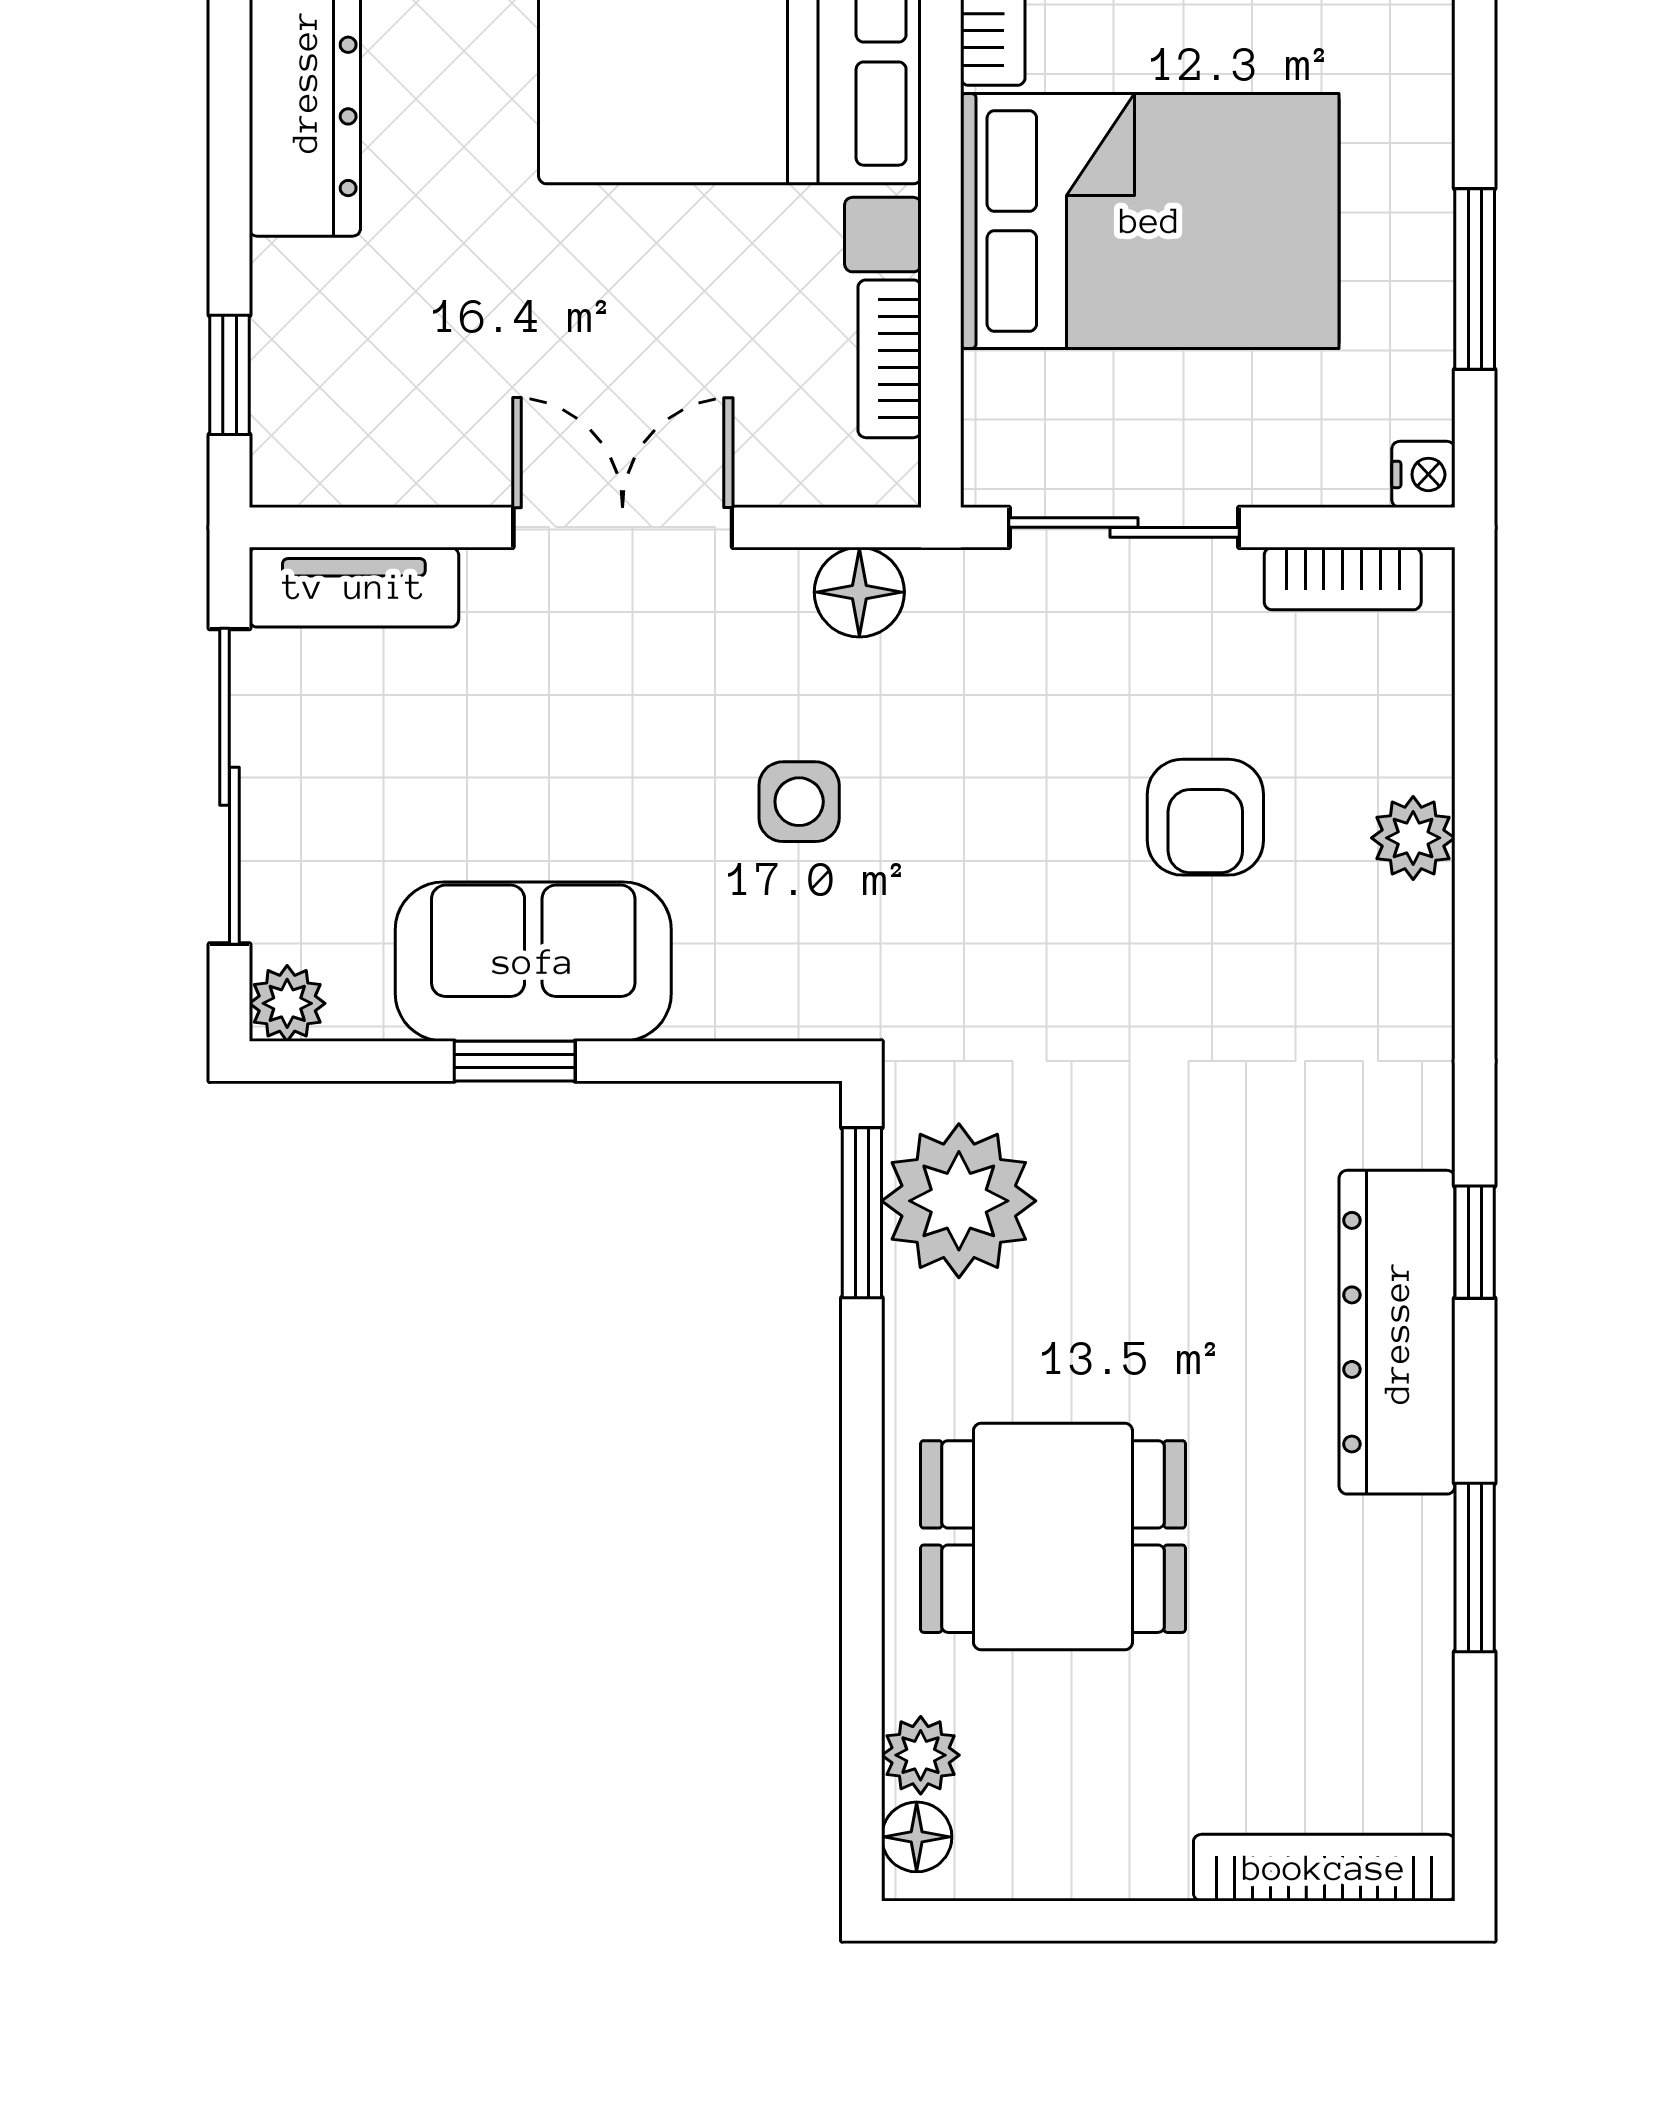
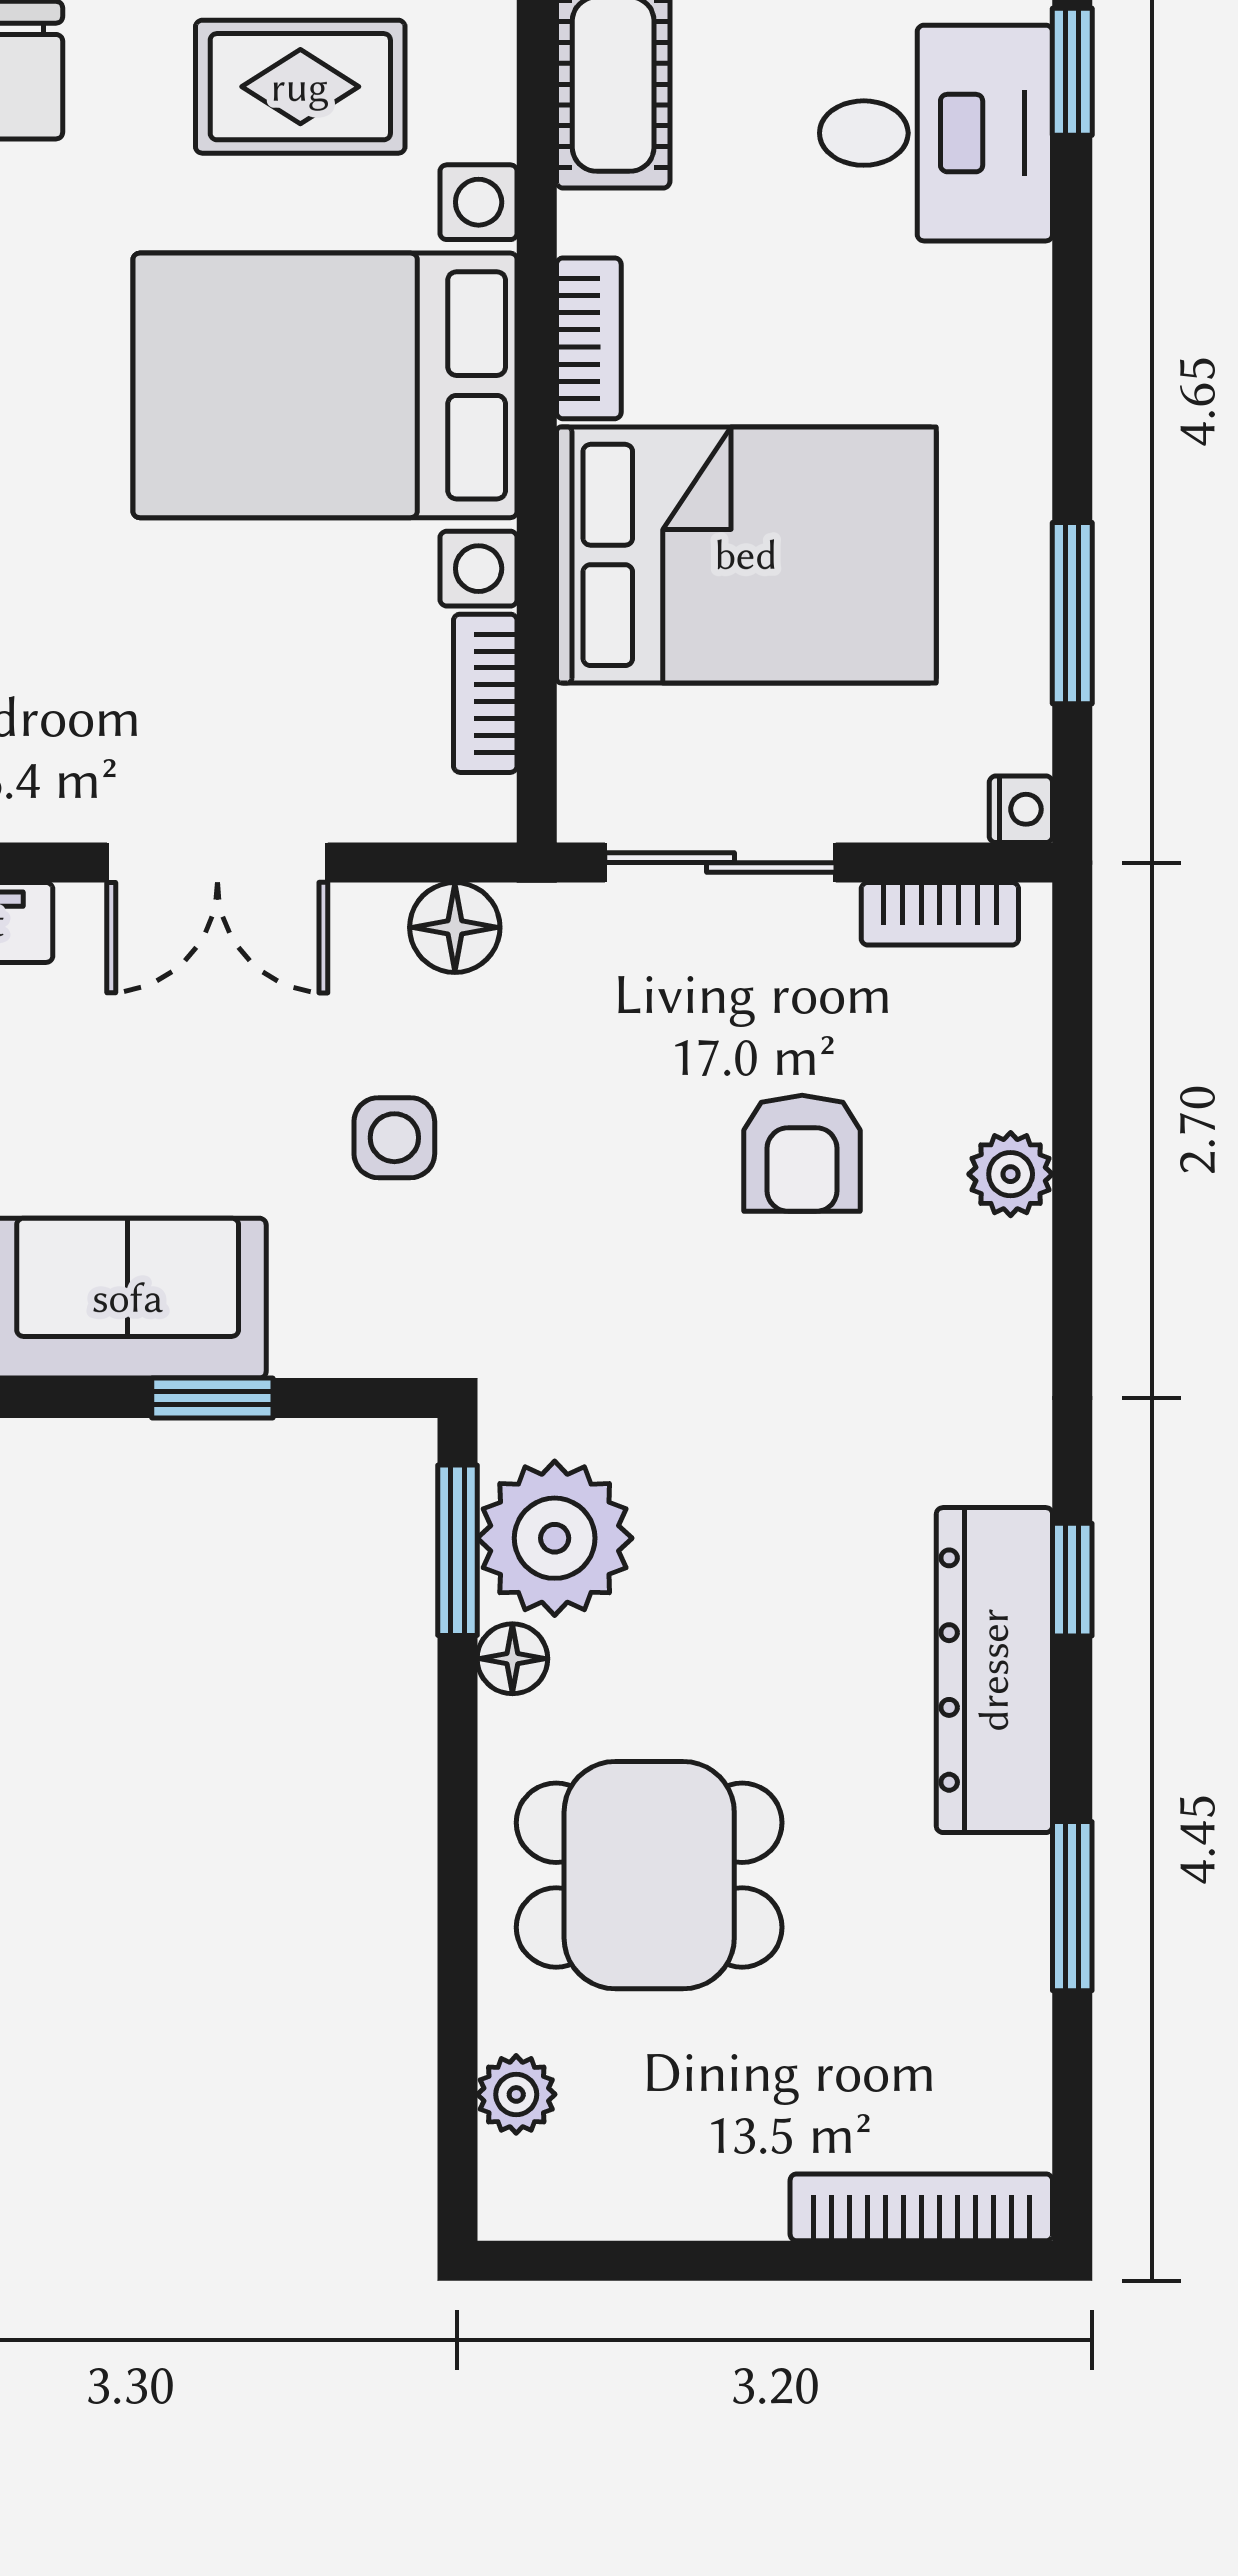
double door: (623, 527) -> (217, 863), swing flipped
window: (515, 1061) -> (212, 1398), moved
floor lamp: (917, 1837) -> (512, 1659), moved

